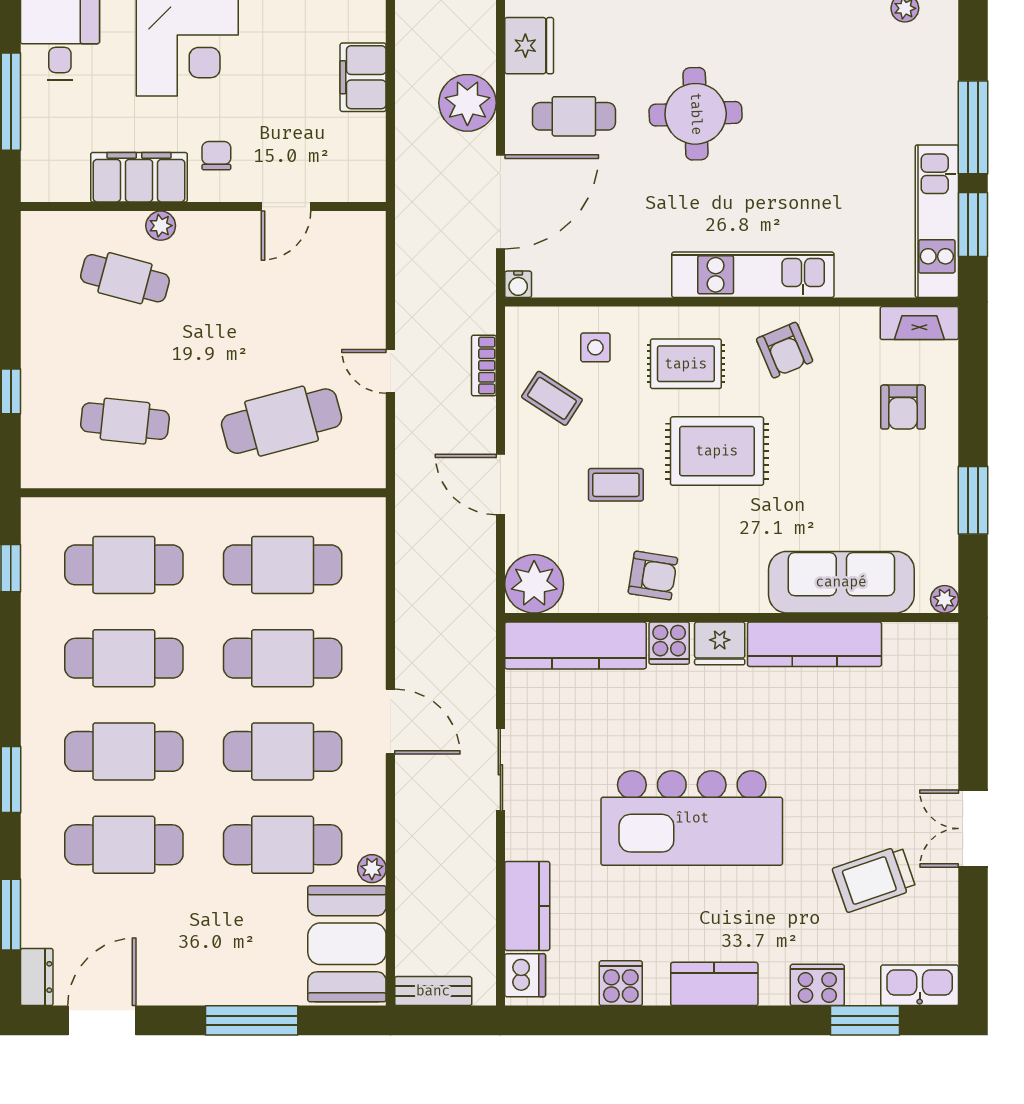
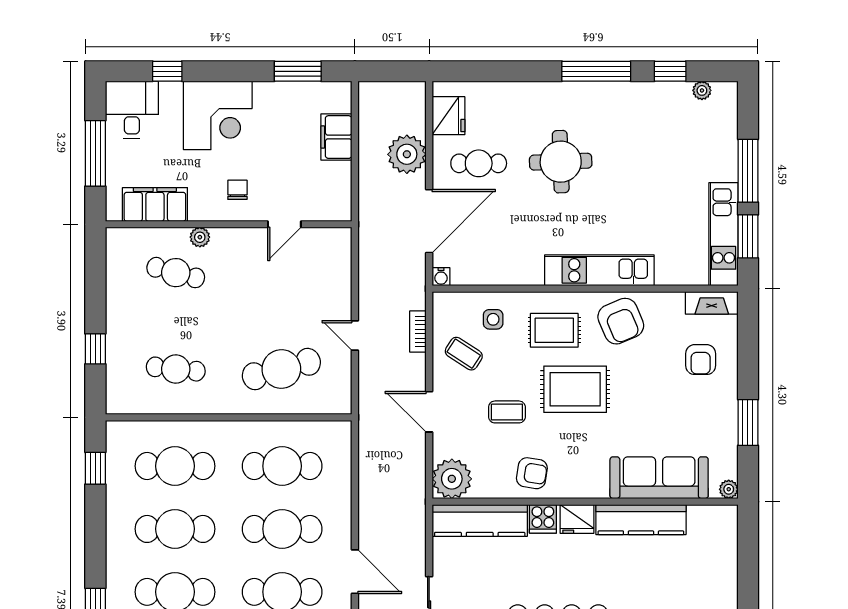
filing cabinet: (139, 177) -> (155, 204), moved
armchair: (785, 350) -> (621, 321), width x1.38, depth x1.38

